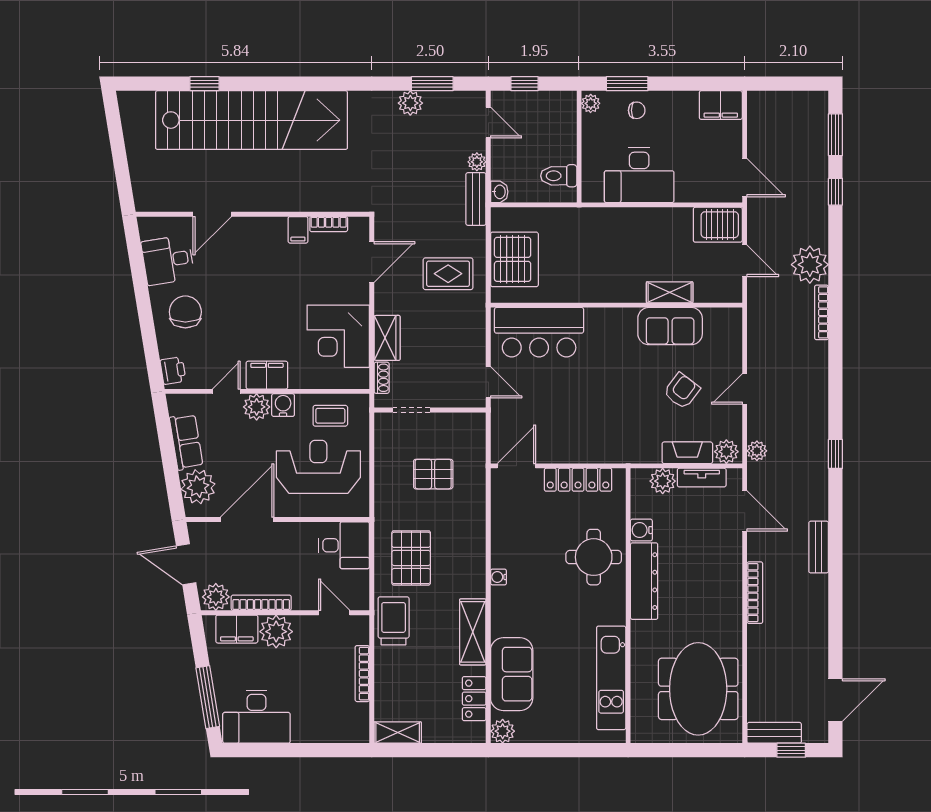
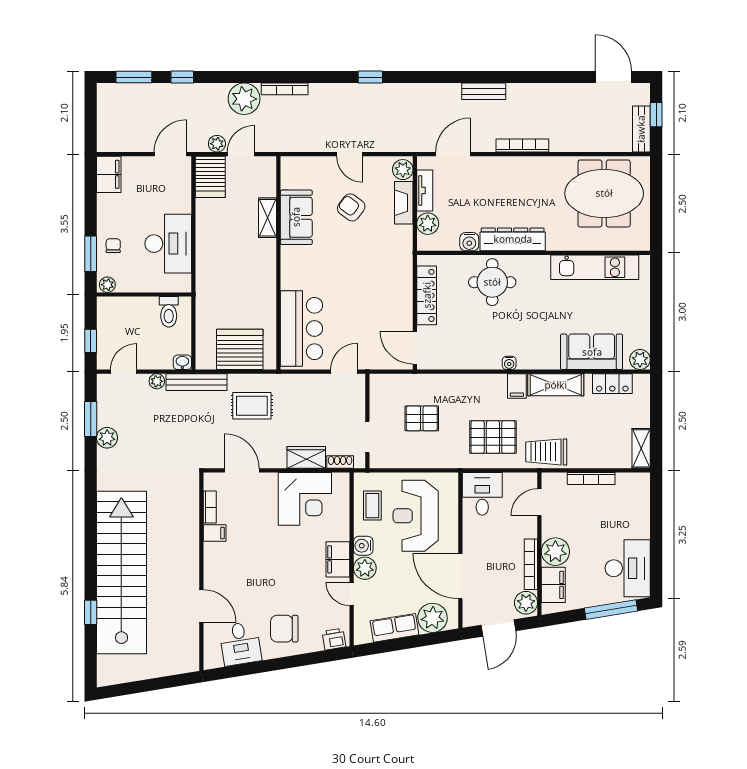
bench: (476, 199) -> (197, 382), width x1.36
rug: (448, 274) -> (252, 406), turned 90
plant: (757, 451) -> (217, 144), moved
window: (835, 454) -> (370, 77), moved
pallet: (433, 474) -> (422, 418), turned 90
filing cabinet: (471, 586) -> (517, 386), added

